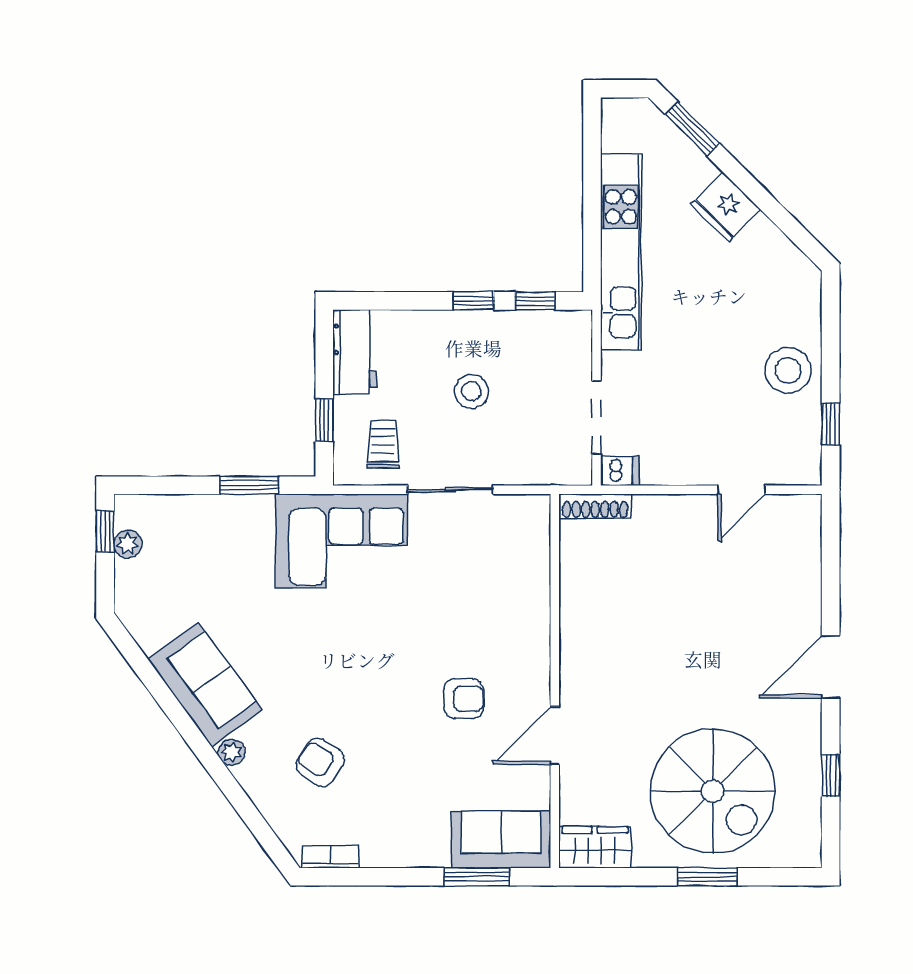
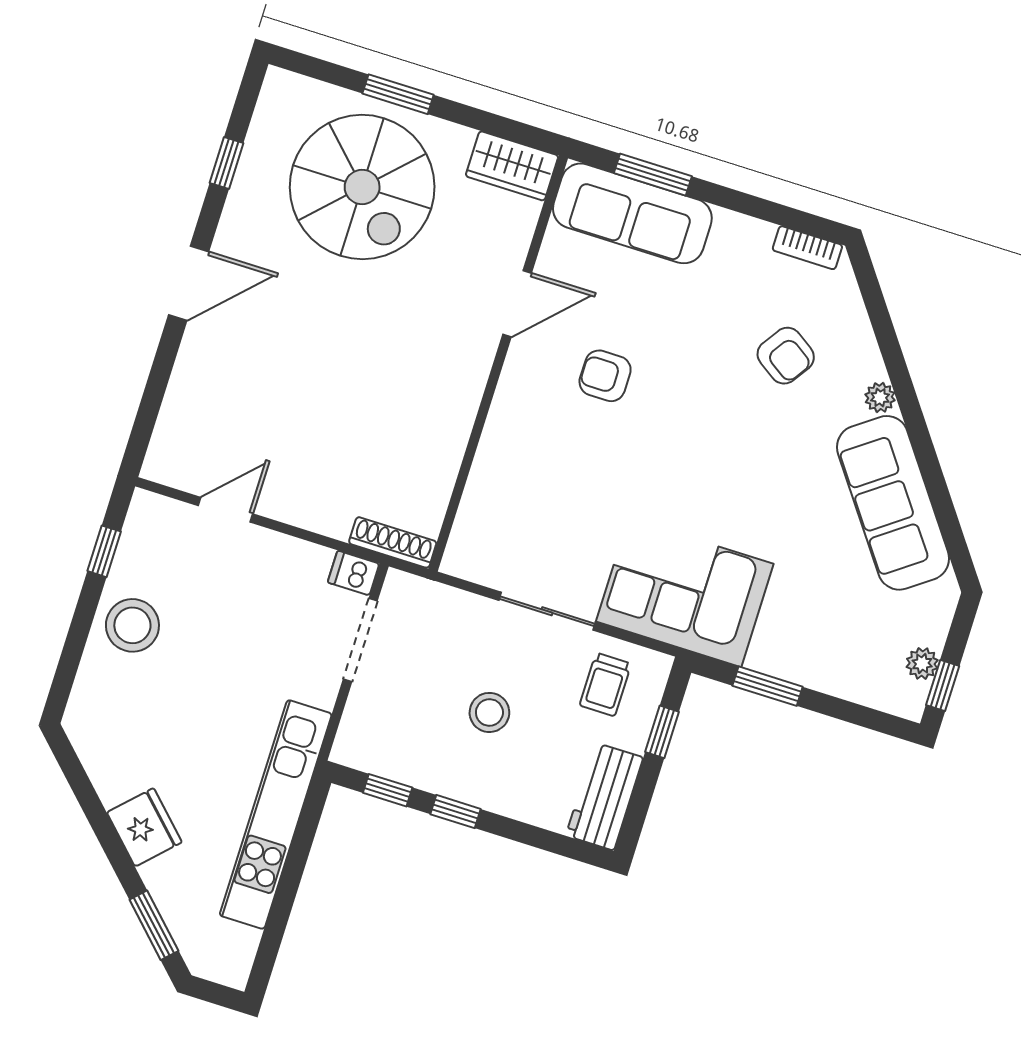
sofa: (205, 685) -> (893, 503), width x1.36
spiral stairs: (713, 791) -> (362, 187), turned 180
sofa: (501, 839) -> (632, 213), width x1.36

